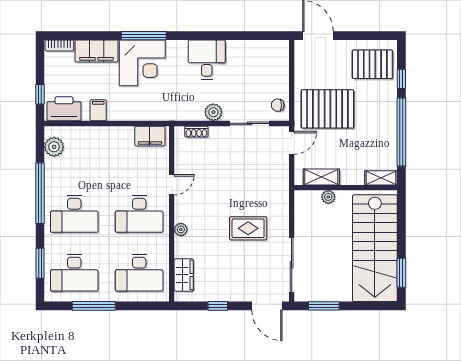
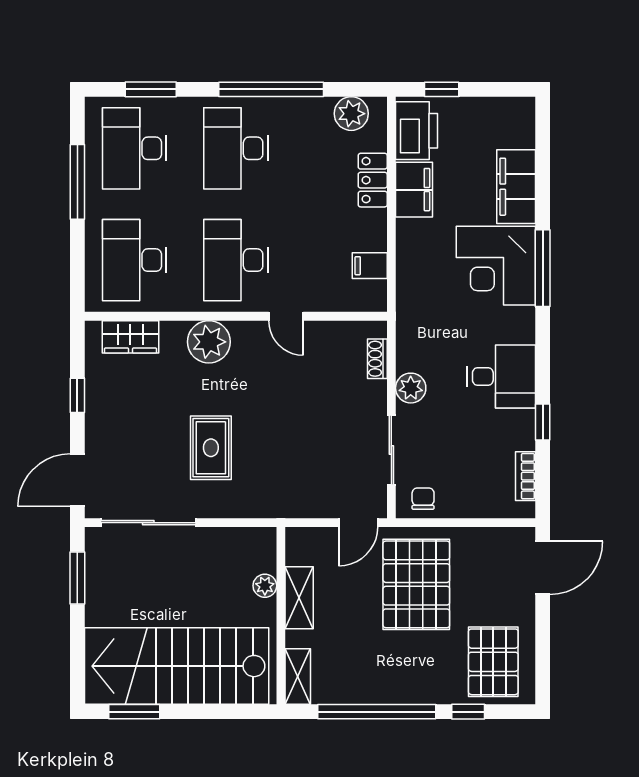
window: (233, 36) -> (543, 422), added
bookcase: (59, 46) -> (526, 476), moved
filing cabinet: (98, 110) -> (414, 190), width x2.00
locker: (93, 134) -> (373, 180), added
filing cabinet: (150, 136) -> (370, 266), width x0.50
door: (292, 143) -> (358, 523), hinge flipped
shelving: (321, 177) -> (299, 598), moved
plant: (181, 229) -> (209, 342), width x1.87, depth x1.87

